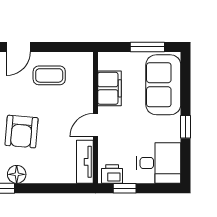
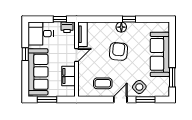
sofa: (163, 85) -> (38, 72), width x1.36

